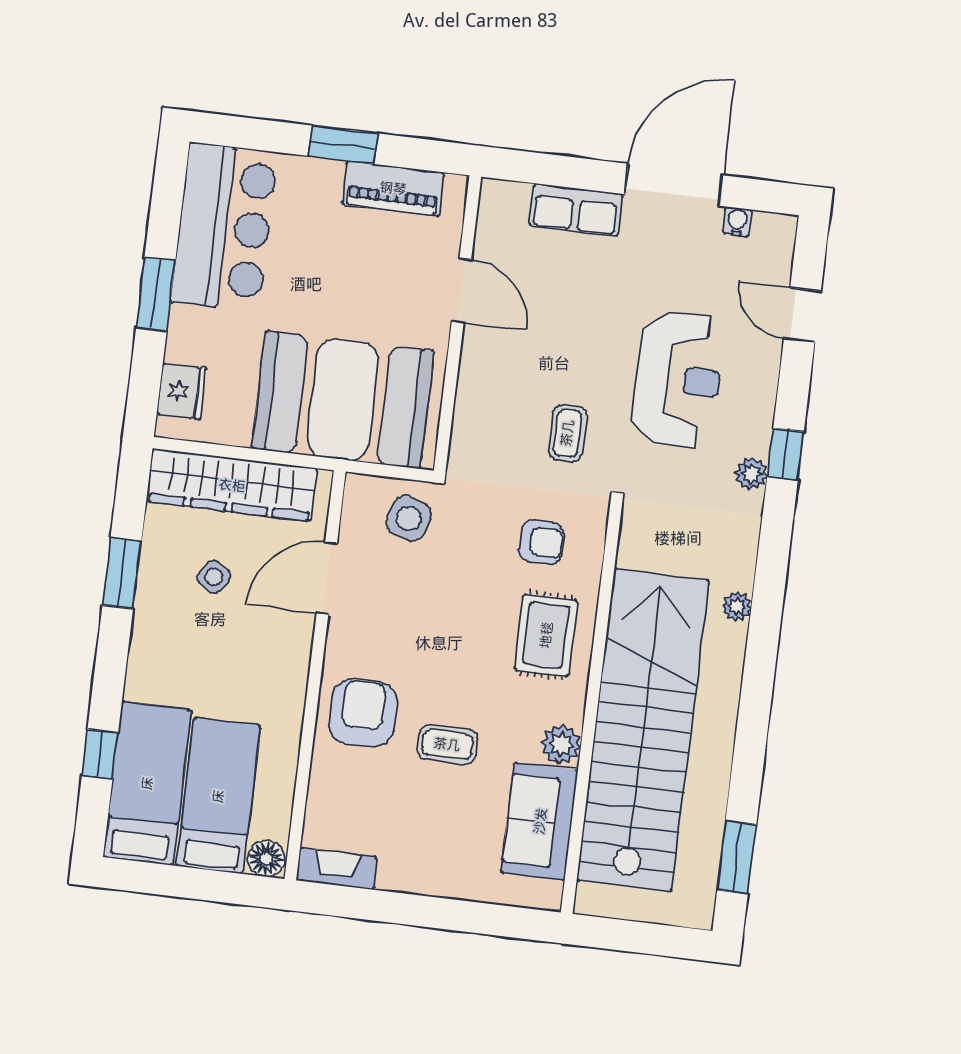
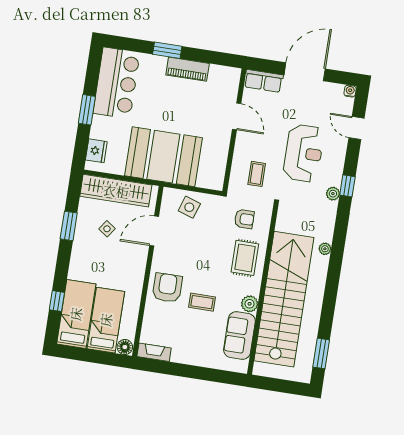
water cooler: (737, 222) -> (350, 91), moved
door: (461, 291) -> (237, 116), moved
wall: (457, 324) -> (234, 130), moved

